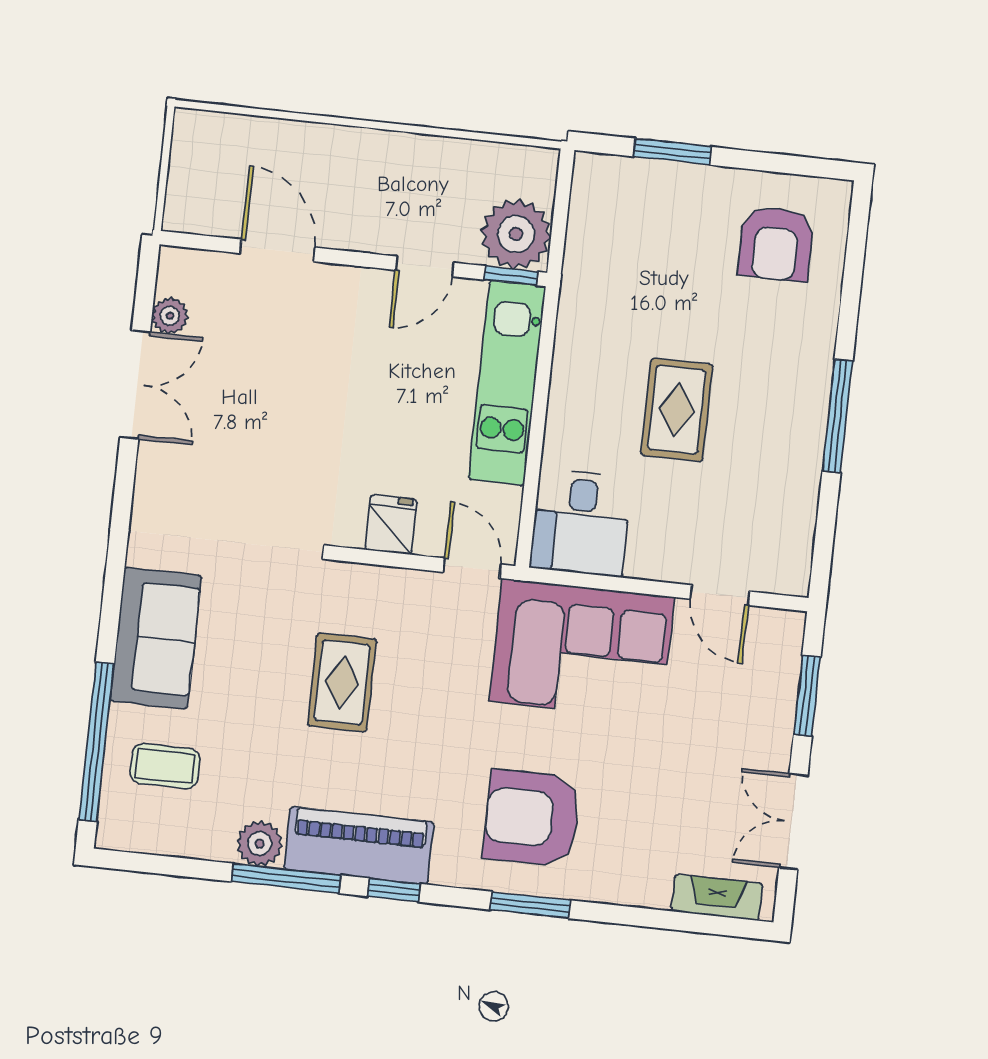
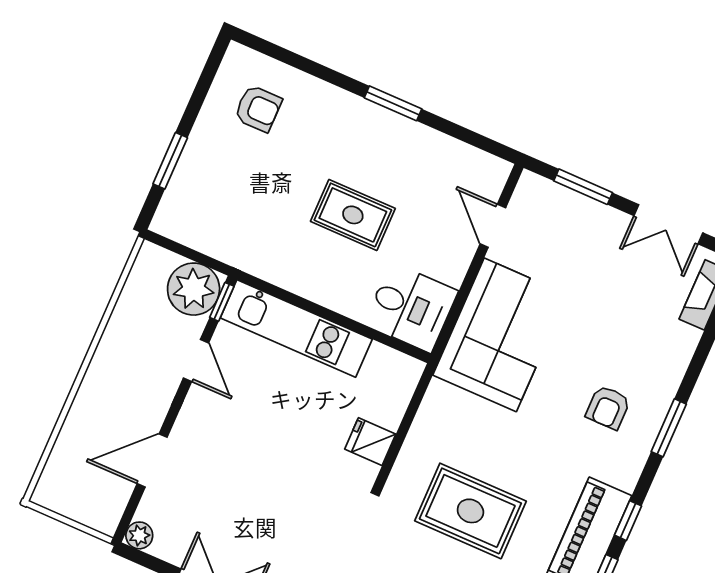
armchair: (776, 244) -> (258, 108), width x0.72, depth x0.72
plant: (170, 316) -> (139, 535), moved
window: (837, 416) -> (393, 103), width x0.69
door: (472, 568) -> (419, 394), removed
door: (720, 595) -> (493, 226), swing flipped
rug: (342, 682) -> (470, 511), width x1.36, depth x1.43
armchair: (532, 818) -> (608, 407), width x0.53, depth x0.53

